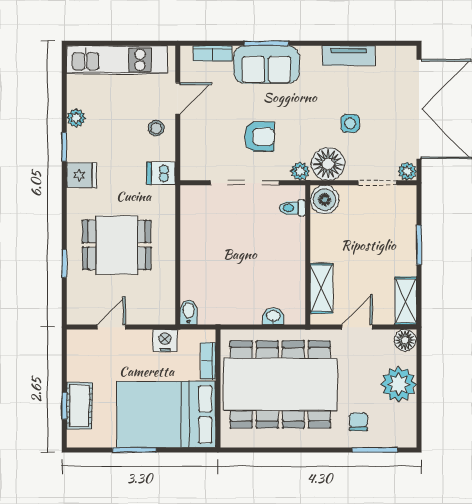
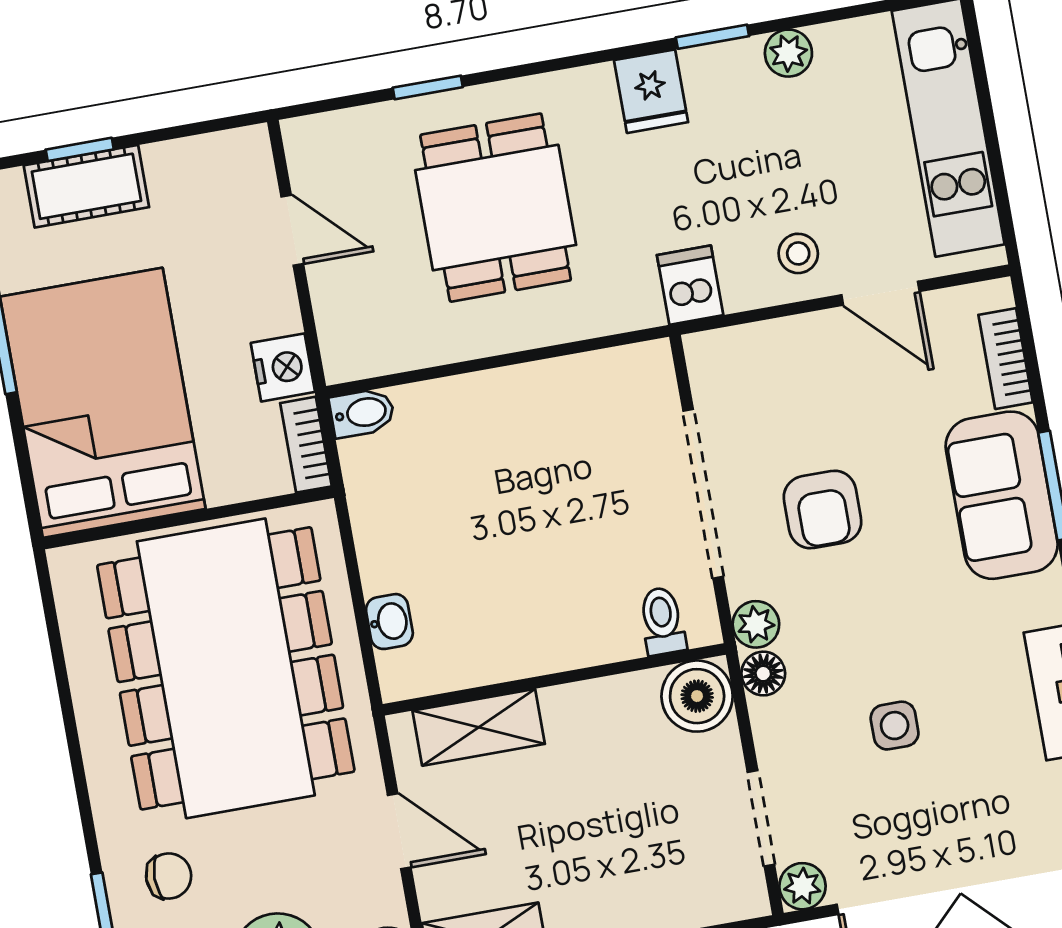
floor lamp: (328, 164) -> (763, 674), width x0.53, depth x0.53
bookcase: (208, 361) -> (306, 445), moved, turned -90

